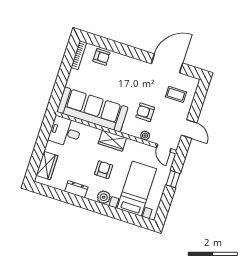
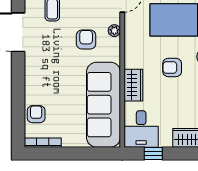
armchair: (145, 112) -> (86, 40), turned 180
window: (44, 135) -> (153, 153), added
wardrobe: (112, 141) -> (133, 85), moved

